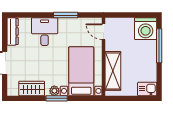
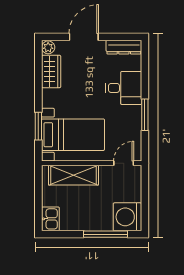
plant: (54, 91) -> (48, 47), moved
window: (57, 98) -> (38, 126), moved

